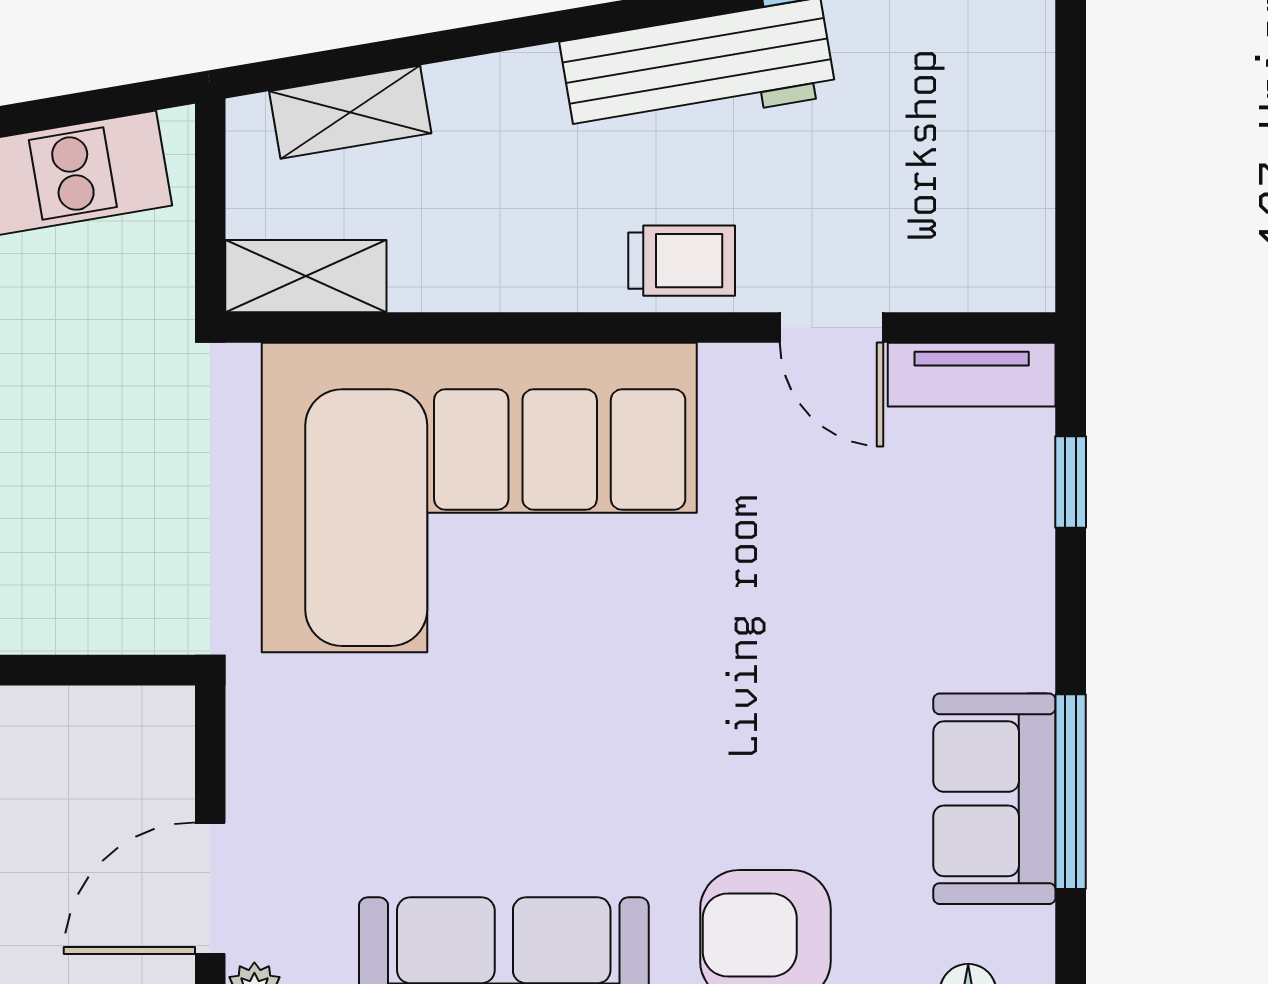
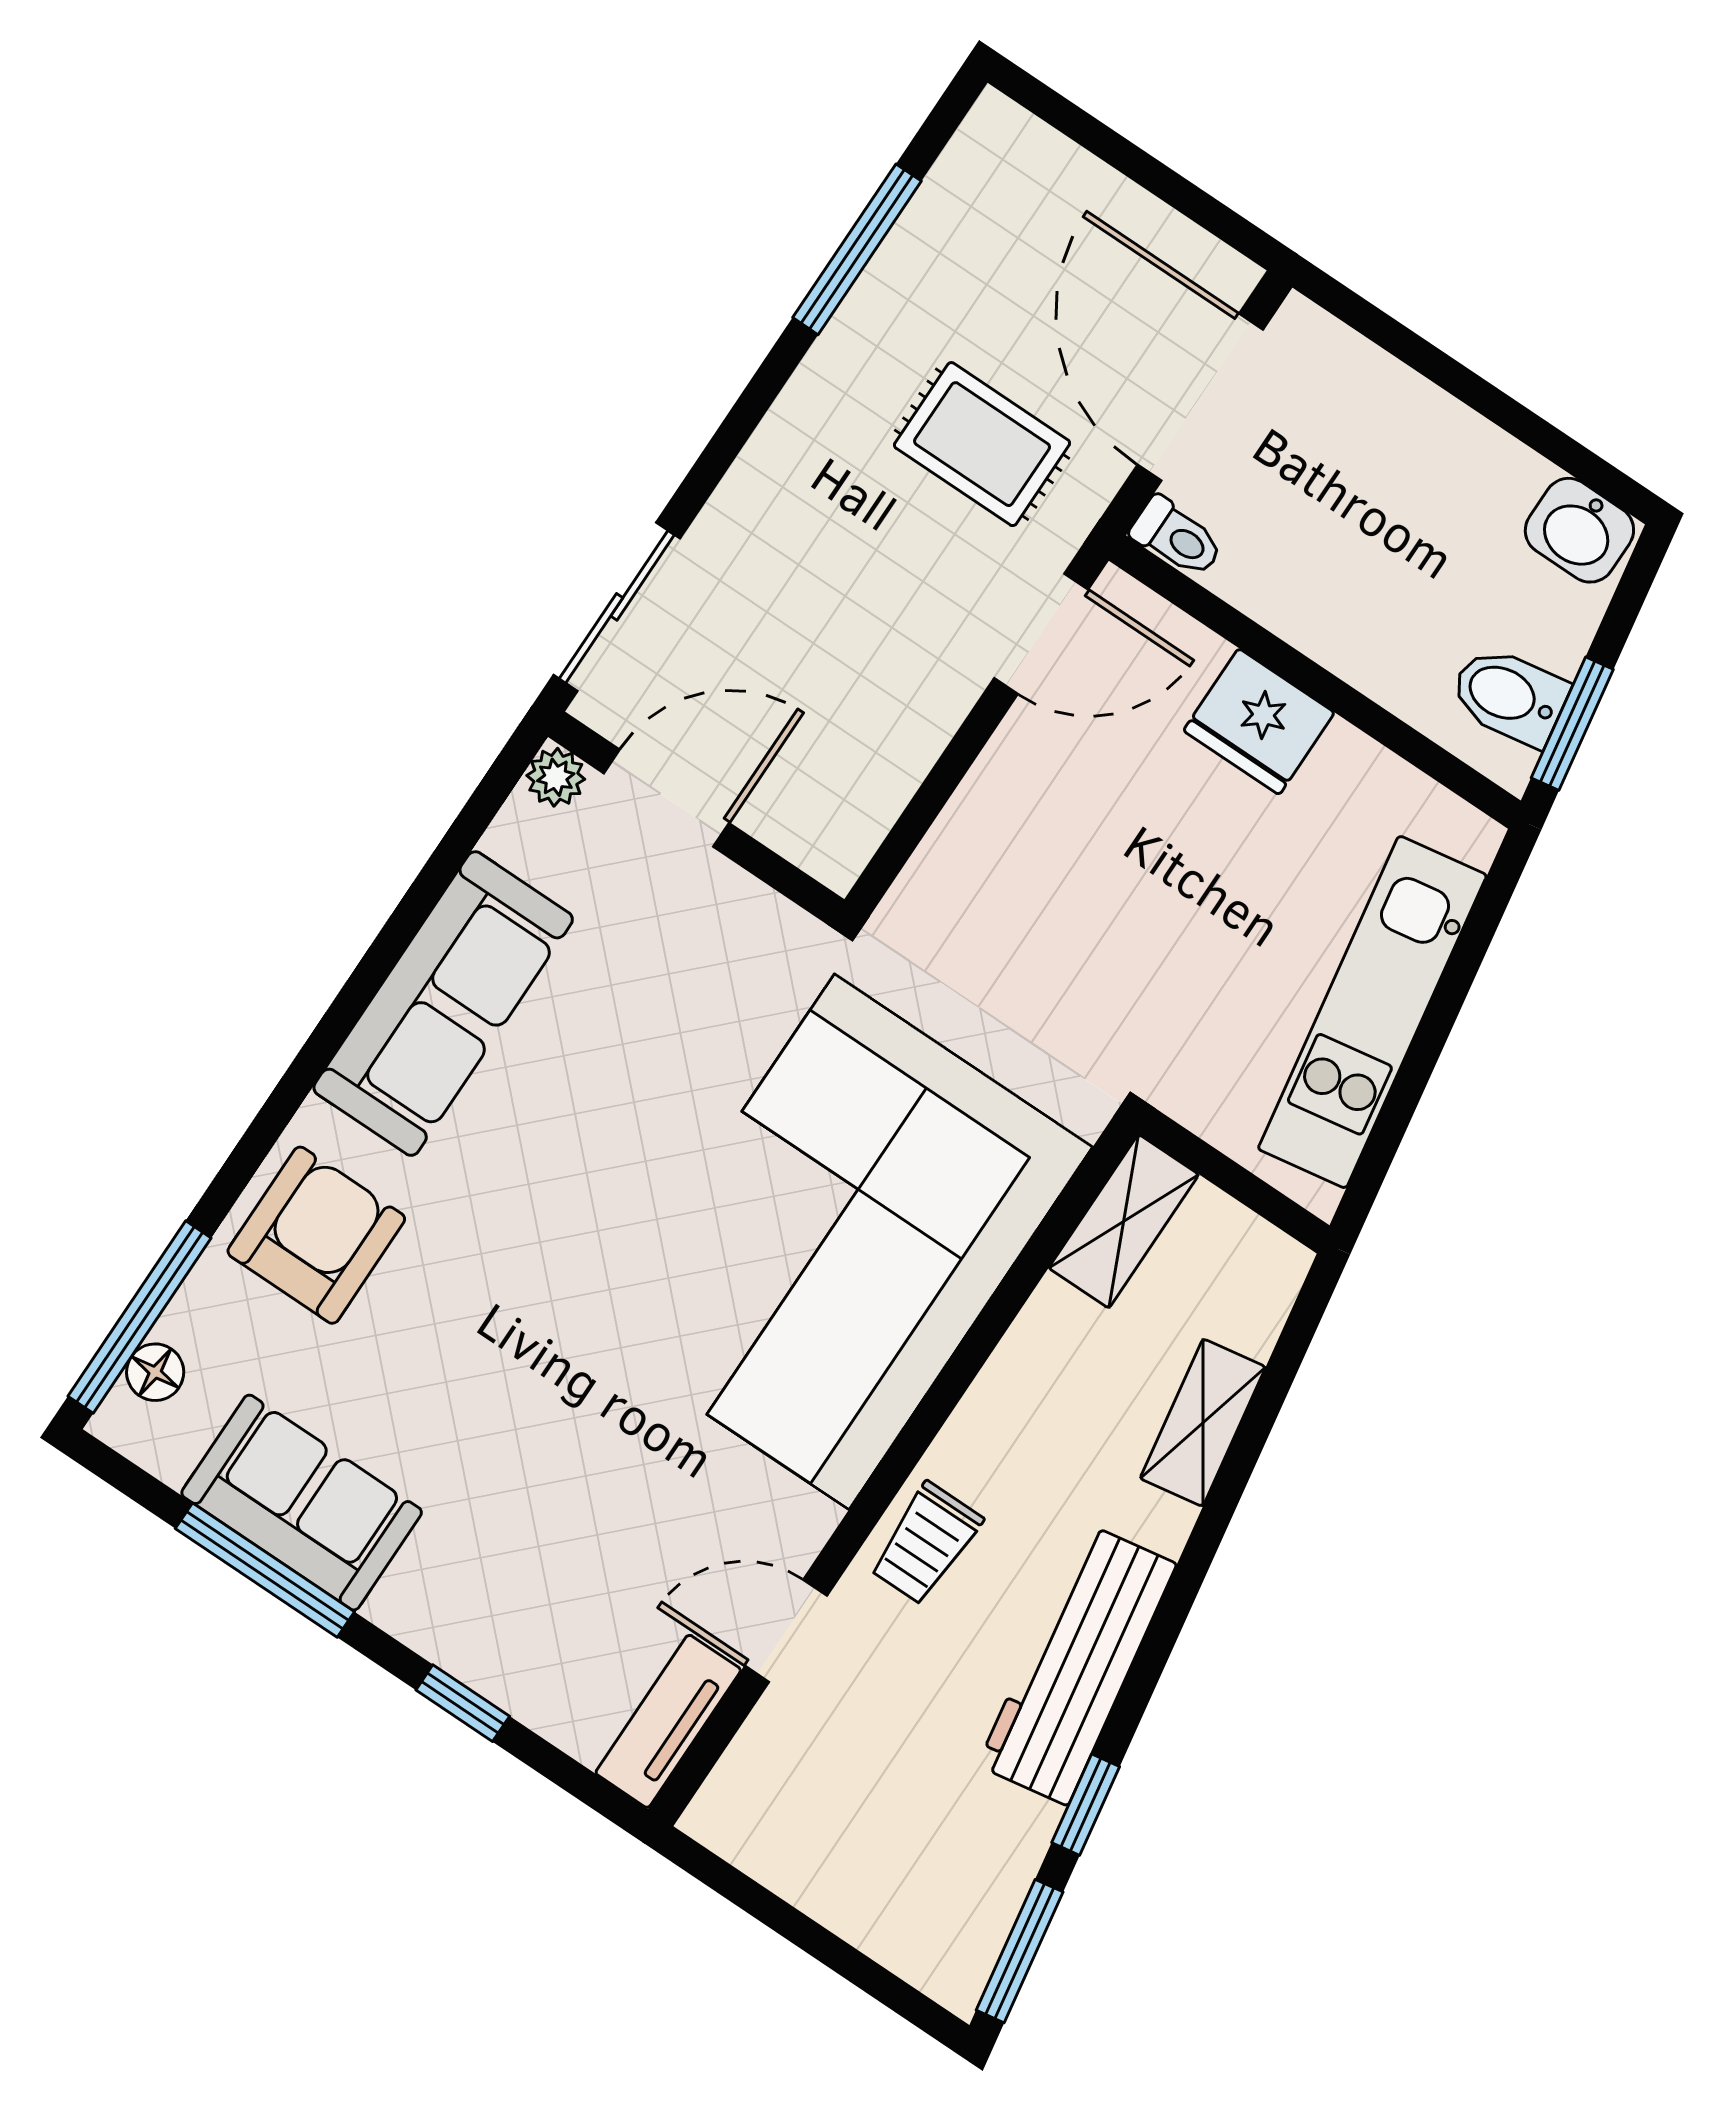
shelving: (350, 112) -> (1203, 1423), moved
window: (1071, 482) -> (463, 1703), moved
door: (210, 888) -> (667, 798), hinge flipped

